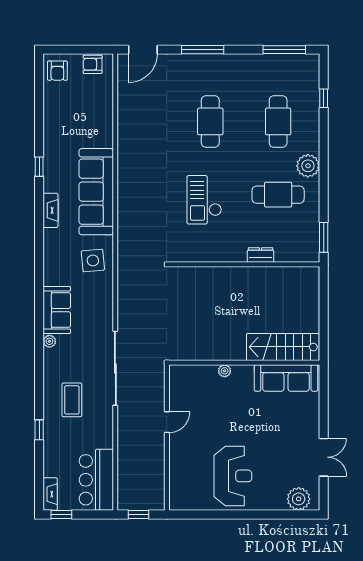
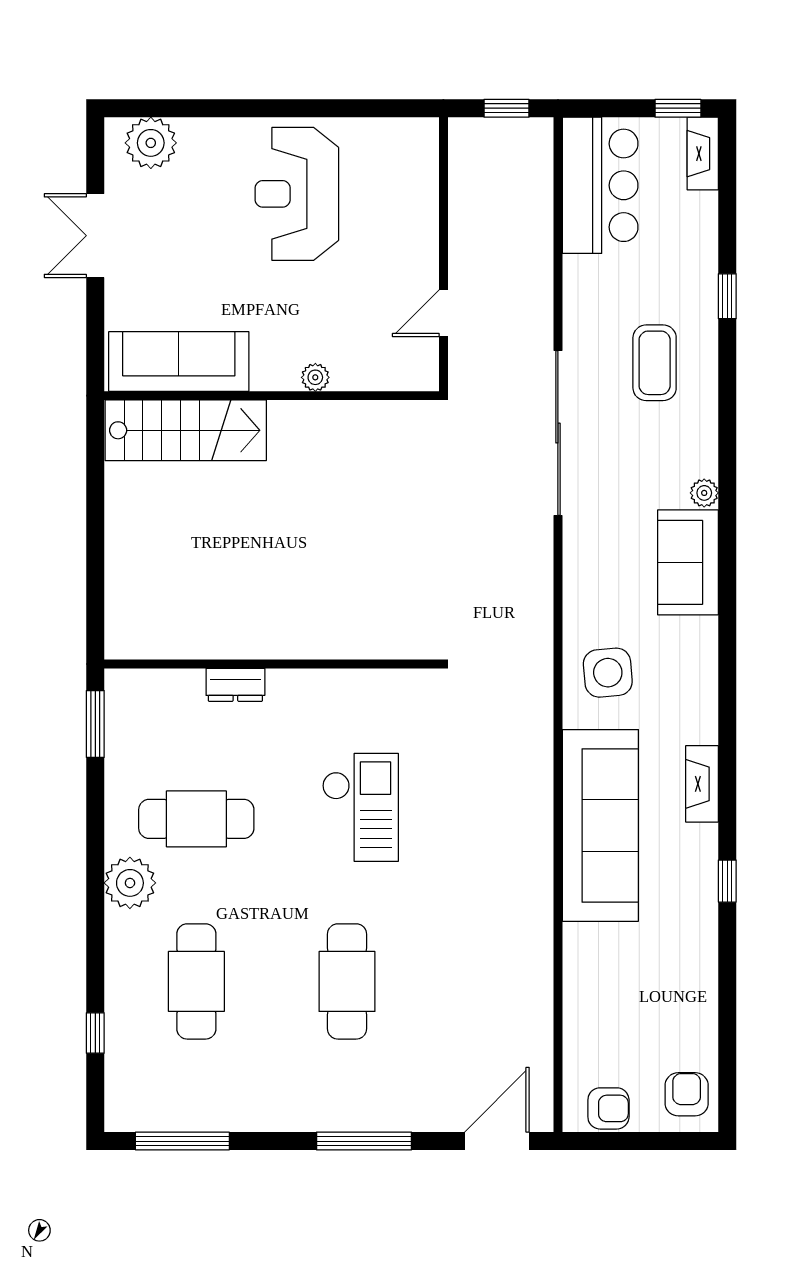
stairs: (283, 347) -> (186, 430), moved
wall: (244, 363) -> (272, 396), moved
plant: (225, 371) -> (315, 377), moved
sofa: (286, 378) -> (179, 361), moved

